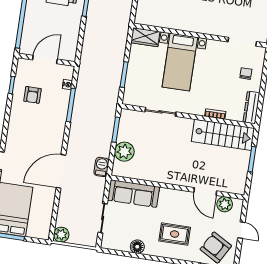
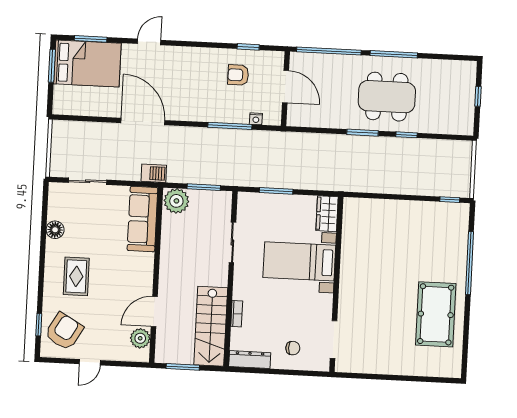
wall: (177, 187) -> (156, 275), moved
door: (205, 192) -> (154, 312), moved
sofa: (133, 194) -> (142, 219), moved
plant: (225, 204) -> (140, 338), moved
plant: (61, 235) -> (61, 130), removed

